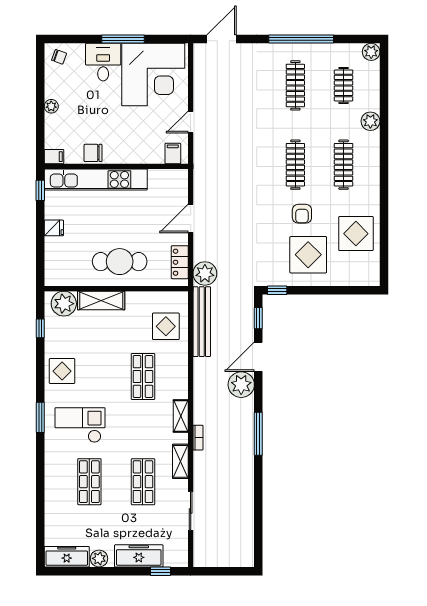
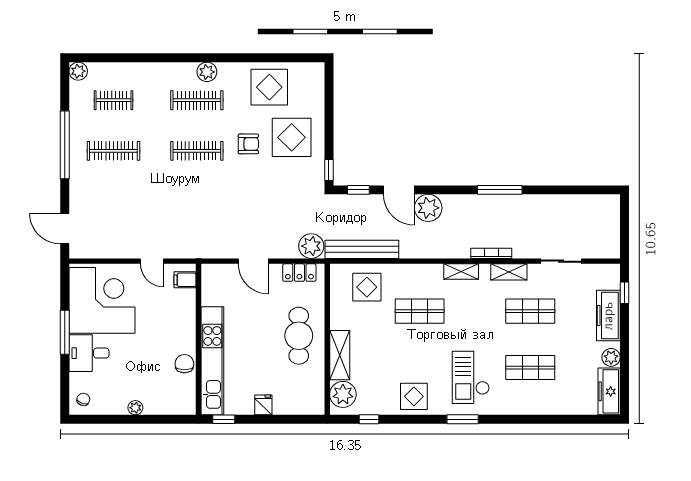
plant: (370, 121) -> (207, 72), moved
chair: (93, 153) -> (184, 364), turned 180
filing cabinet: (54, 157) -> (188, 405), removed
window: (258, 434) -> (500, 190), moved
bookcase: (198, 438) -> (491, 253), width x1.56

